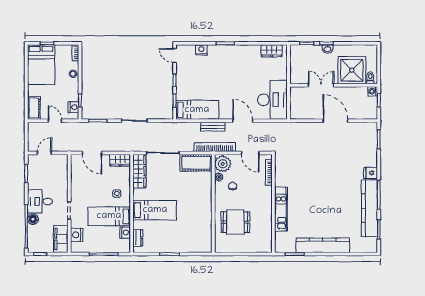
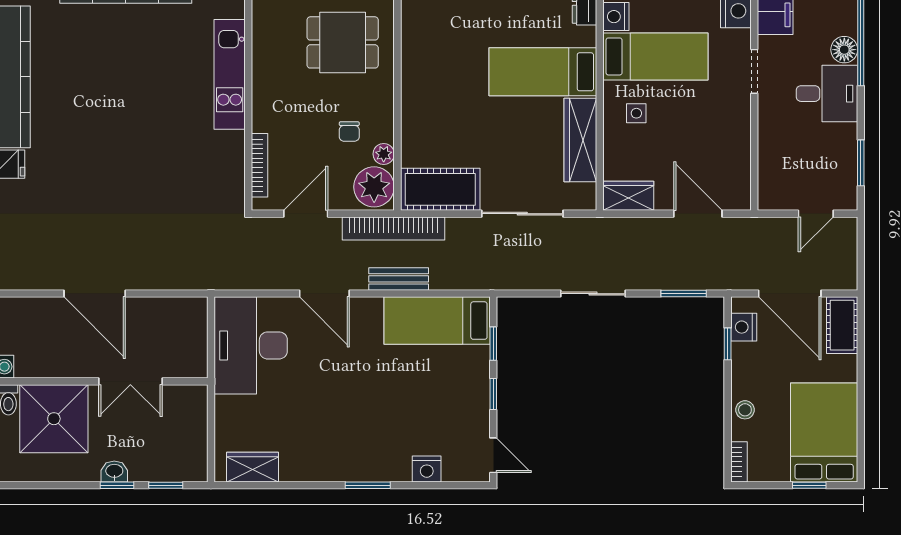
door: (55, 121) -> (790, 294), width x1.87
door: (250, 153) -> (306, 214), hinge flipped
wardrobe: (139, 171) -> (580, 140), moved

